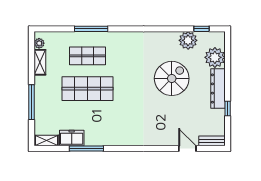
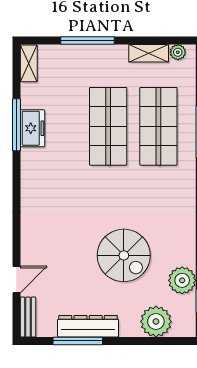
shop shelf: (88, 56) -> (158, 126), width x1.43, depth x1.36
dresser: (218, 89) -> (88, 326), moved
window: (228, 109) -> (78, 341), width x2.17
freezer: (72, 138) -> (32, 128), moved

